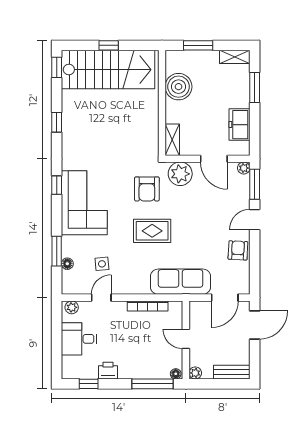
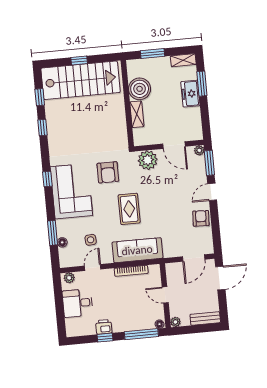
window: (57, 67) -> (40, 97), moved
freezer: (240, 125) -> (190, 94), moved
shelving: (172, 140) -> (137, 114), moved
armchair: (147, 189) -> (108, 172), moved
rug: (152, 231) -> (129, 209), turned 90
sofa: (181, 282) -> (137, 250), moved
window: (89, 384) -> (105, 338), moved

